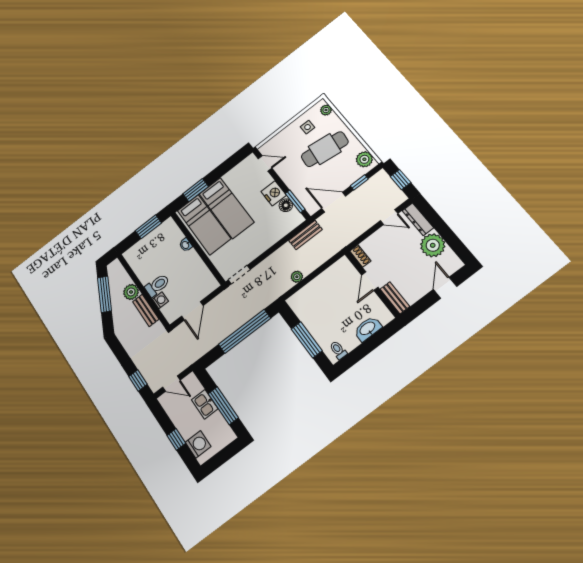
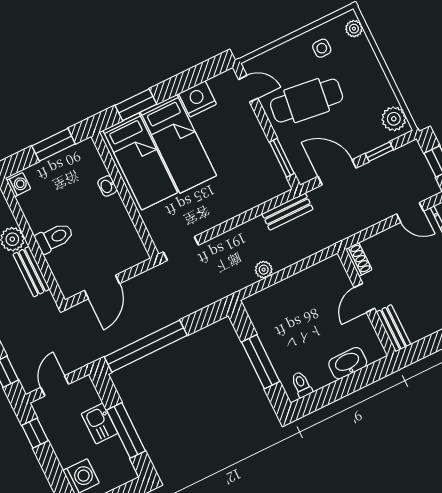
cafe table: (325, 149) -> (307, 101), moved
nightstand: (274, 193) -> (198, 99), moved, turned -90
floor lamp: (286, 205) -> (267, 161), removed
washing machine: (160, 300) -> (19, 185), moved
window: (245, 331) -> (146, 346), moved
door: (171, 384) -> (55, 386), swing flipped
window: (176, 439) -> (35, 433), moved

